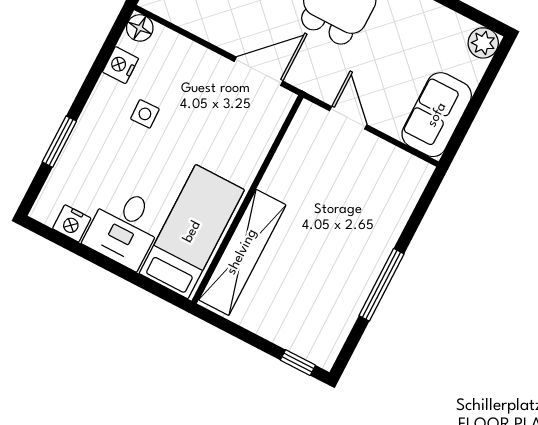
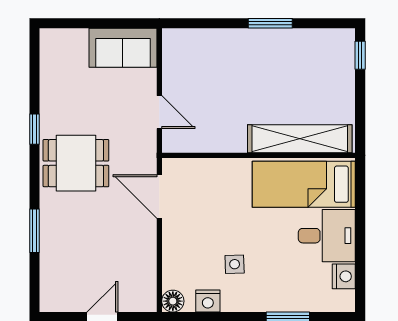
plant: (483, 43) -> (52, 41), removed
door: (348, 118) -> (159, 112), swing flipped
window: (382, 285) -> (270, 23), width x0.69

